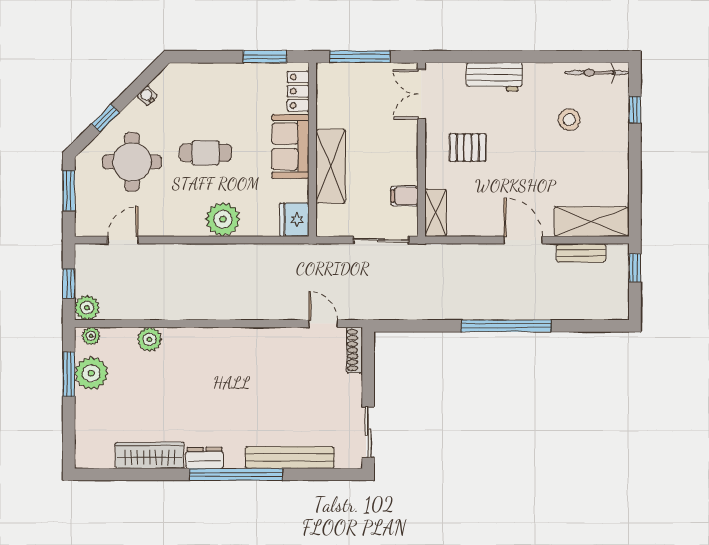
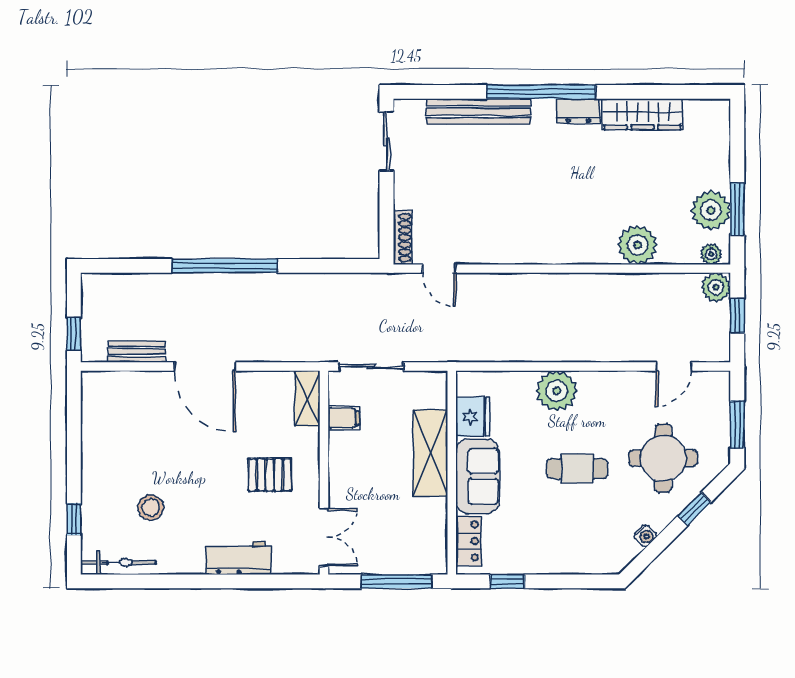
window: (265, 57) -> (507, 581), width x0.67
fridge: (294, 220) -> (473, 417), moved
shelving: (591, 222) -> (125, 388), removed
door: (523, 240) -> (205, 367), width x1.36
plant: (149, 339) -> (637, 245), width x1.36, depth x1.36

